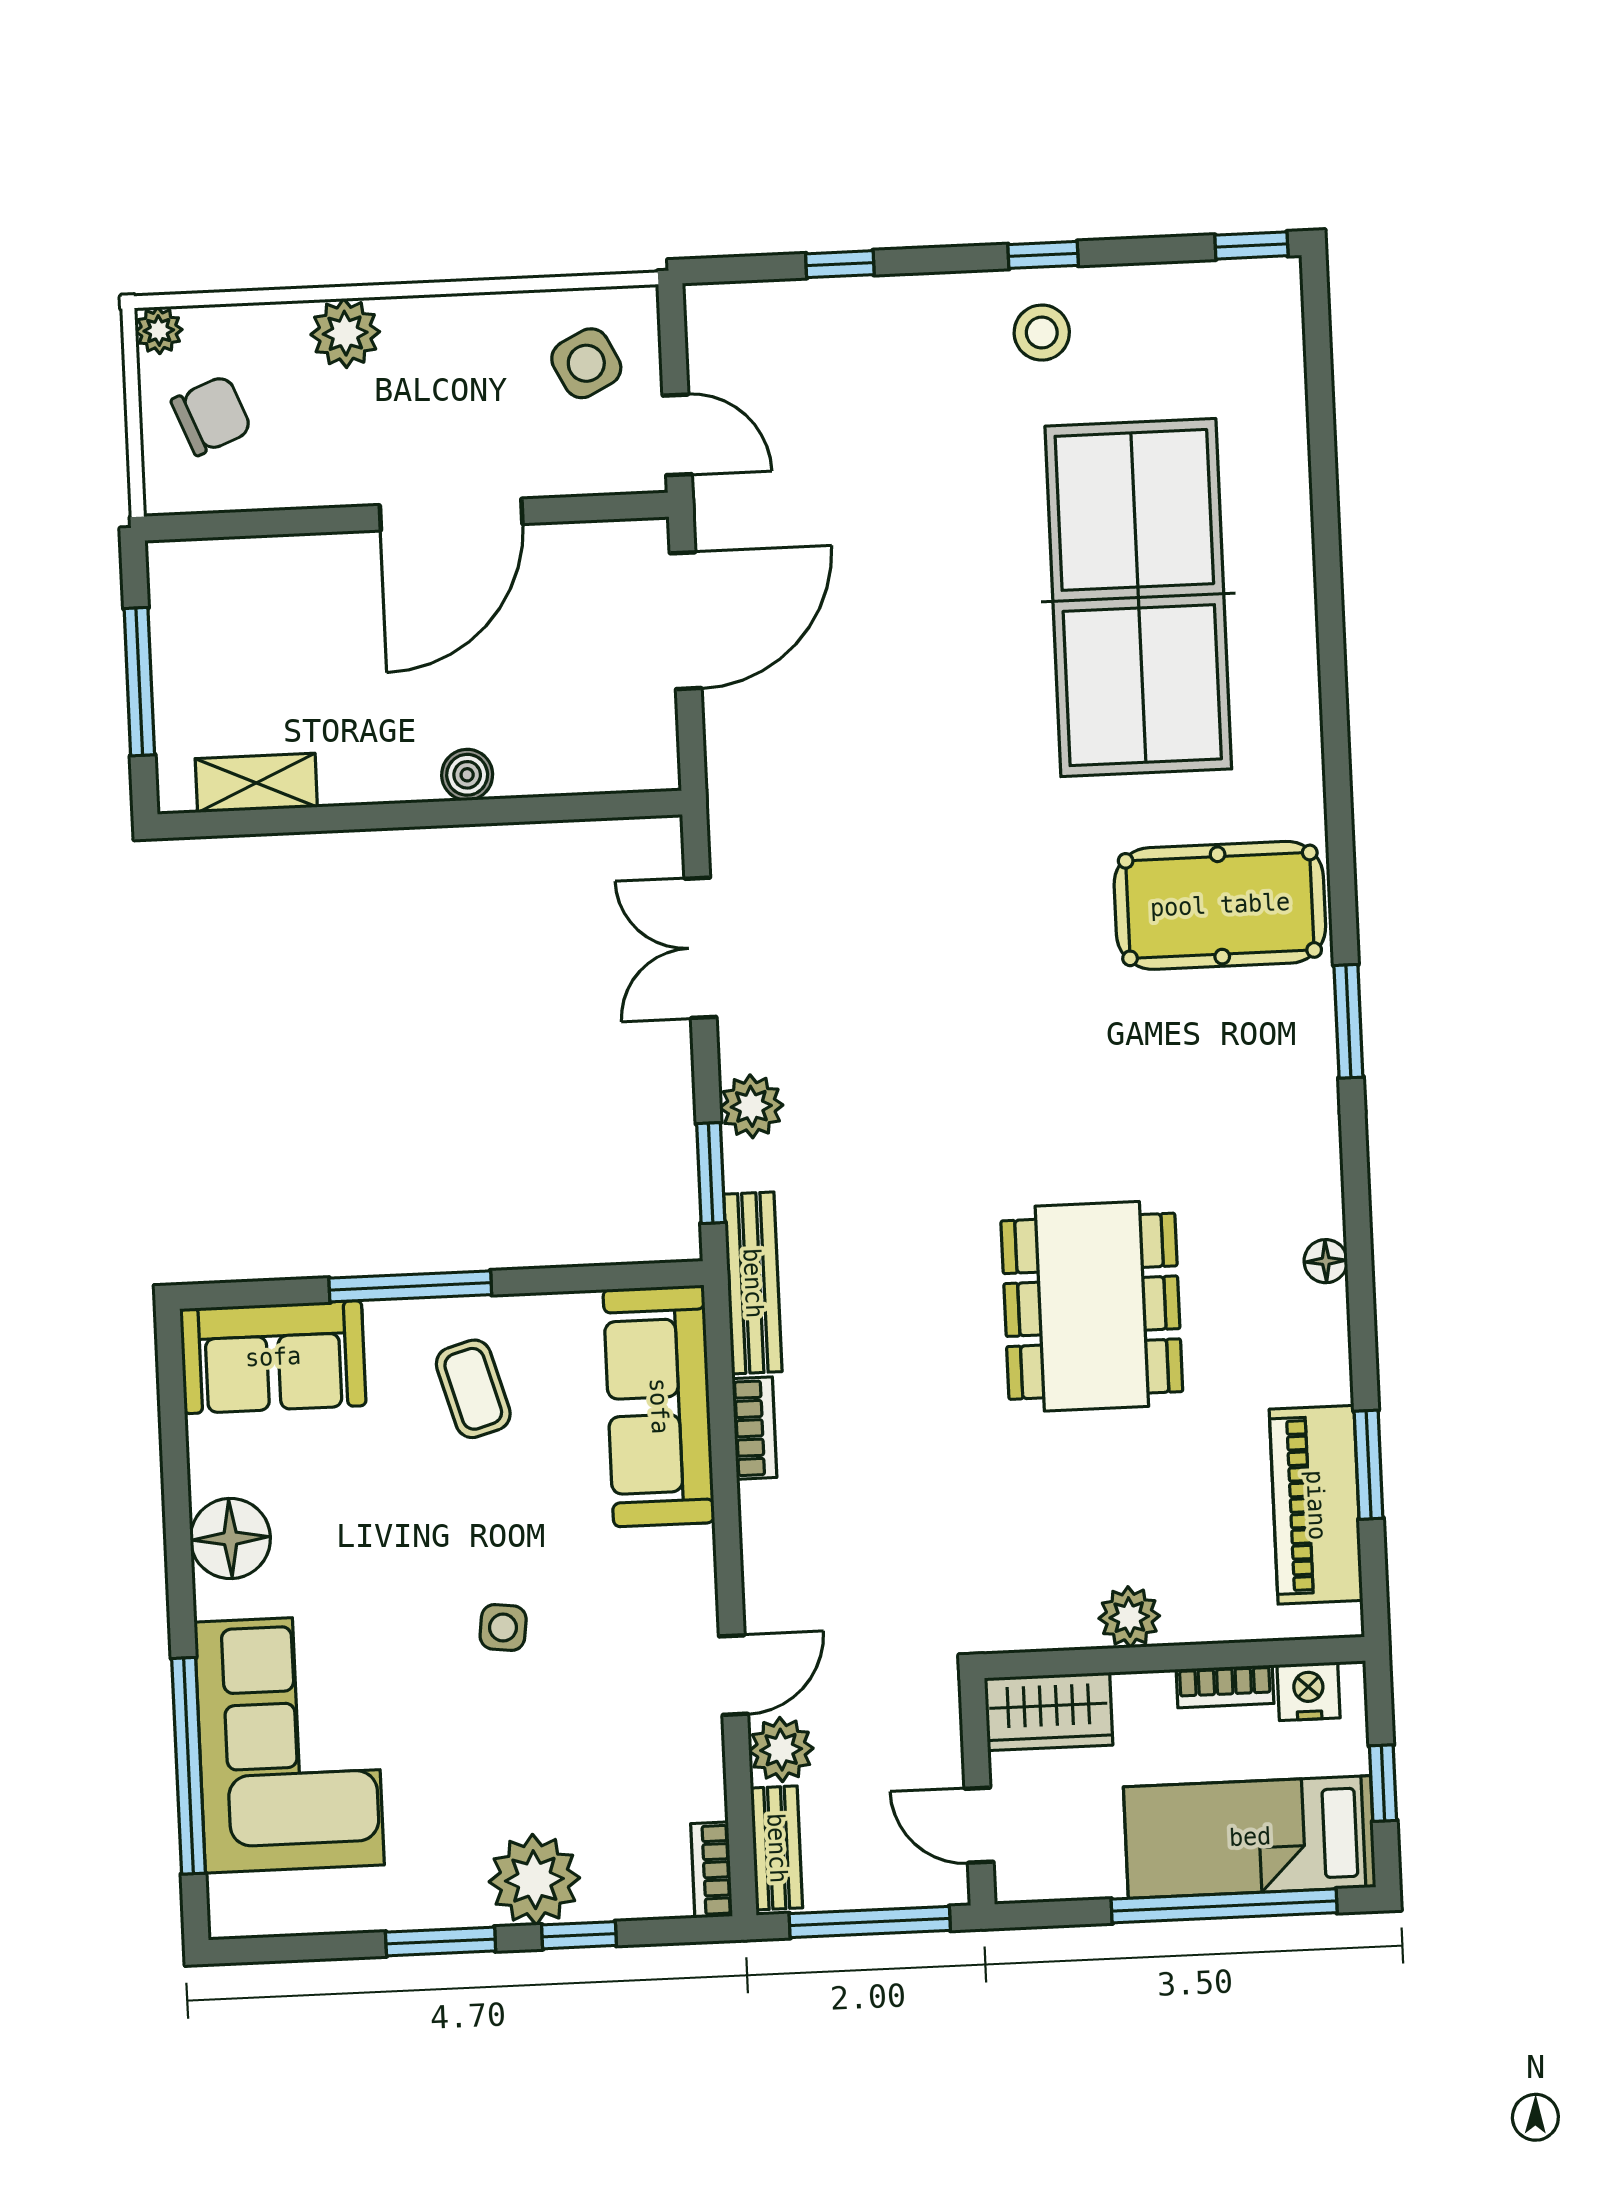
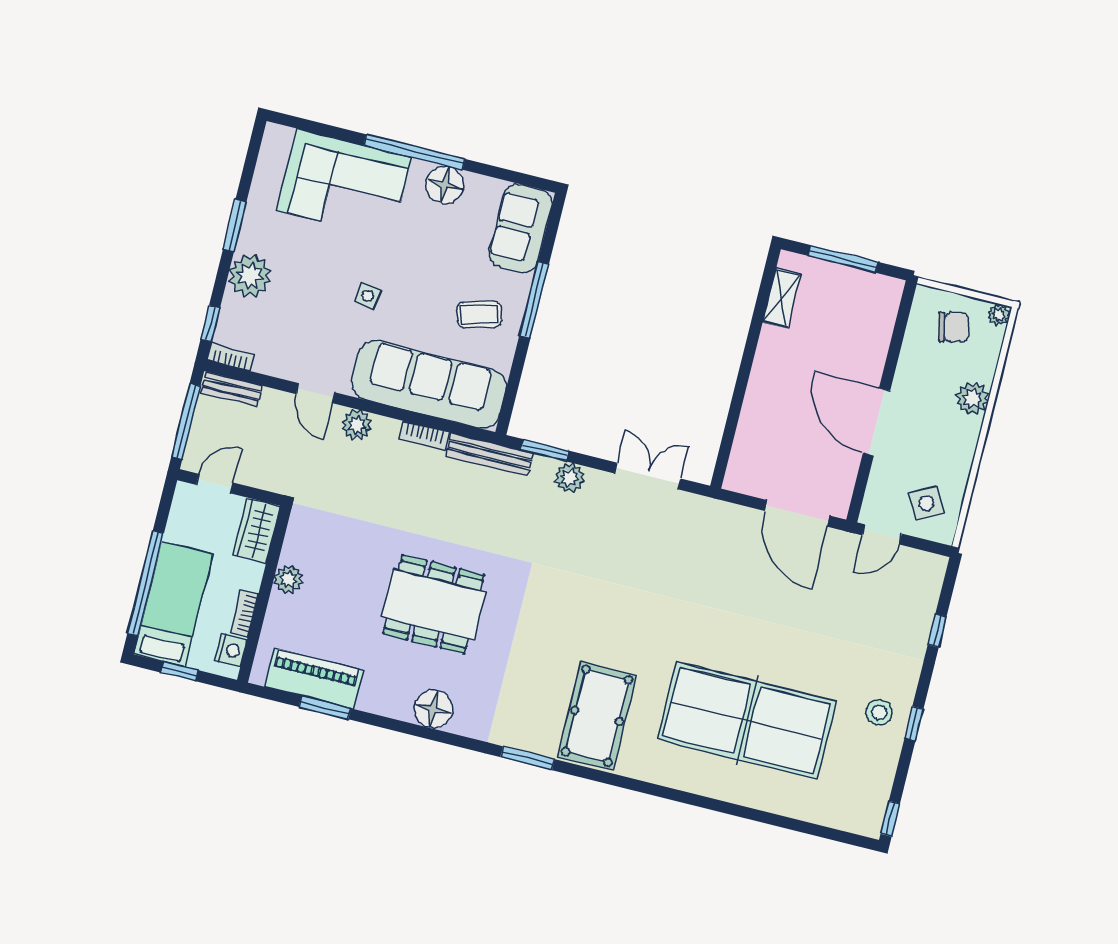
chair: (212, 415) -> (953, 327), turned -81
boiler: (467, 775) -> (757, 394), removed
floor lamp: (1326, 1261) -> (433, 709), width x1.89, depth x1.89
sofa: (659, 1406) -> (429, 385), width x1.36, depth x1.27
plant: (781, 1750) -> (357, 425), moved
window: (189, 1766) -> (414, 152), moved
window: (579, 1935) -> (210, 324), moved

